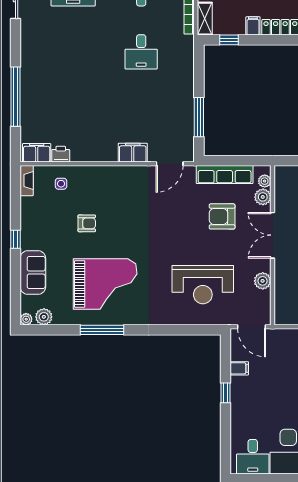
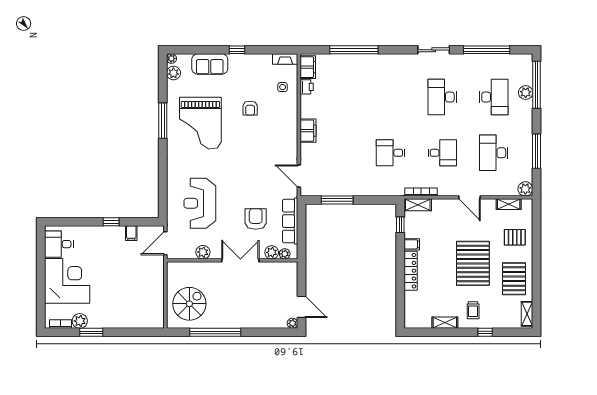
filing cabinet: (133, 153) -> (308, 131), moved

